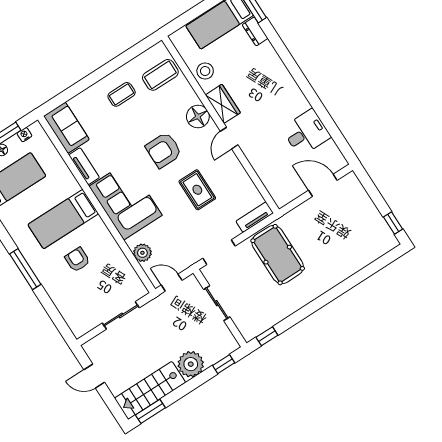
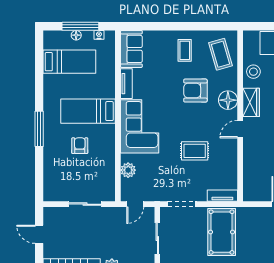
coffee table: (160, 75) -> (221, 54), turned 74
coffee table: (122, 94) -> (185, 50), turned 90
armchair: (164, 150) -> (195, 91), moved
rug: (197, 190) -> (195, 151), turned 90
door: (172, 283) -> (135, 204), swing flipped

